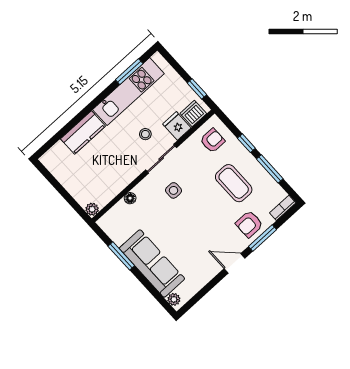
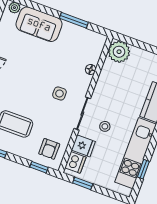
window: (129, 72) -> (143, 169), width x0.67
window: (246, 143) -> (39, 167), moved
plant: (92, 209) -> (119, 52), width x1.88, depth x1.88
sofa: (152, 263) -> (39, 24), width x0.73

